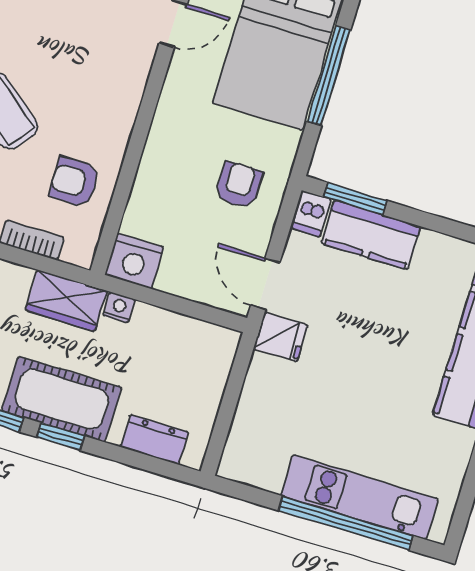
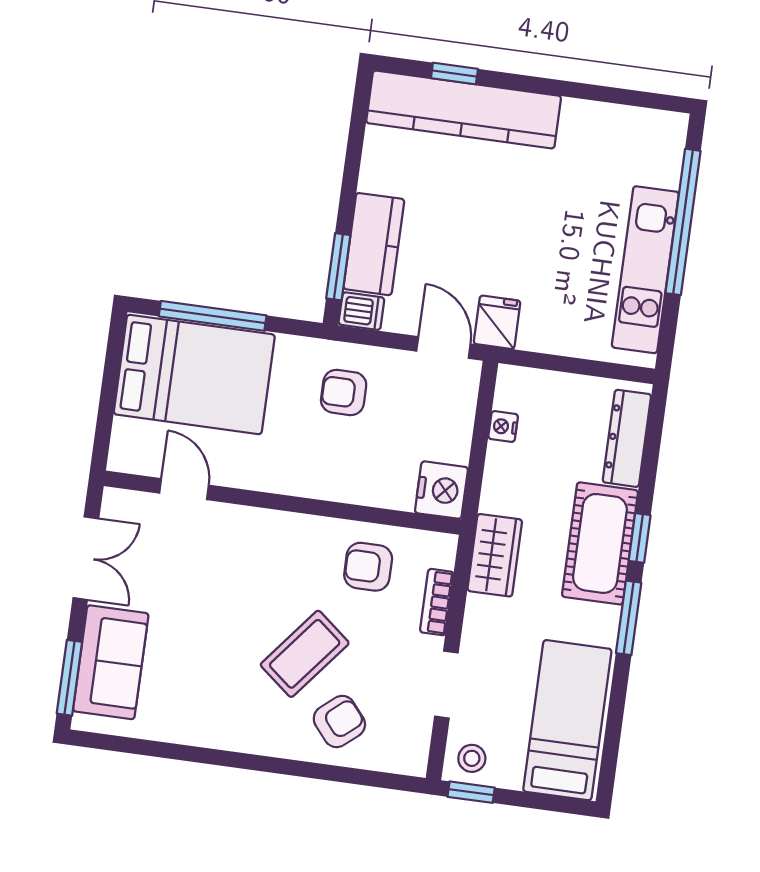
armchair: (74, 182) -> (368, 567), turned 90
door: (265, 284) -> (443, 348), swing flipped
nightstand: (119, 307) -> (503, 426), moved
dresser: (155, 440) -> (627, 438), width x1.44
kitchen unit: (359, 497) -> (645, 270), moved

